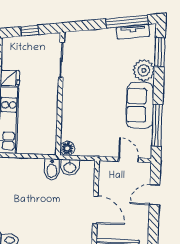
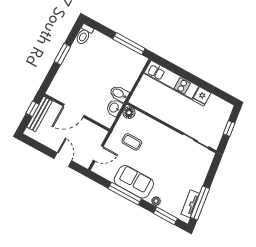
plant: (144, 70) -> (156, 201), width x0.53, depth x0.53
window: (157, 125) -> (125, 194), moved
coffee table: (98, 129) -> (132, 142), added

